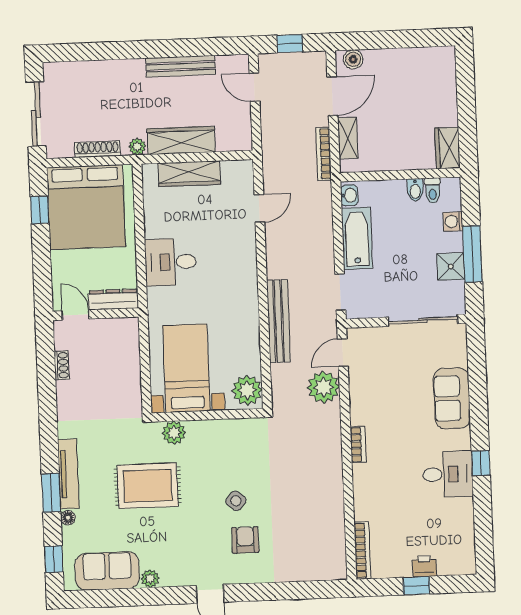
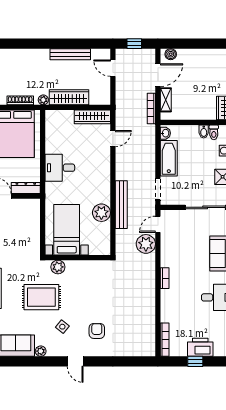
wardrobe: (189, 174) -> (92, 117), moved
plant: (247, 390) -> (101, 213), moved
side table: (236, 501) -> (62, 327), moved
printer: (424, 566) -> (200, 347), width x1.87, depth x1.48

